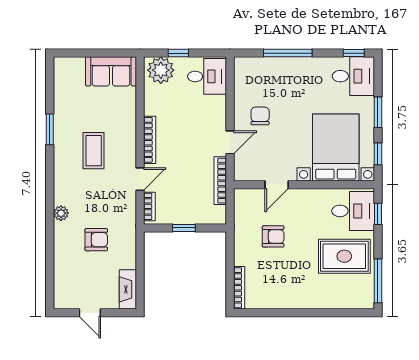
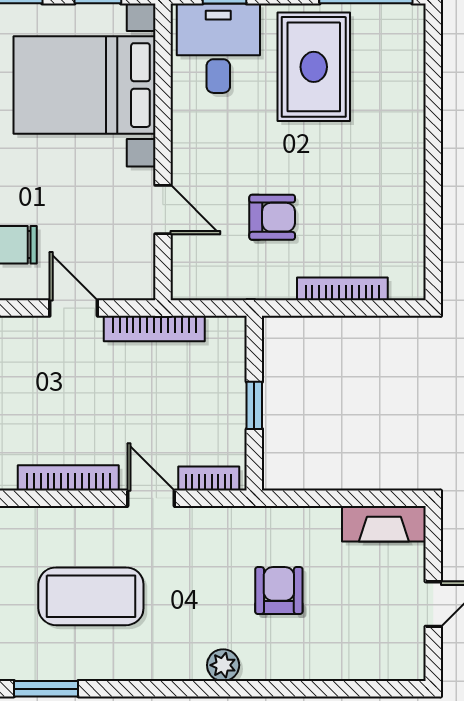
coffee table: (94, 151) -> (91, 596), width x1.36, depth x1.32
armchair: (273, 236) -> (272, 217), turned 90
bookcase: (239, 288) -> (342, 289), moved

